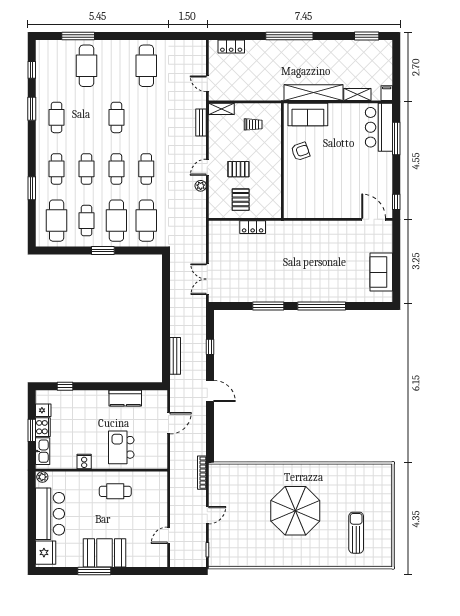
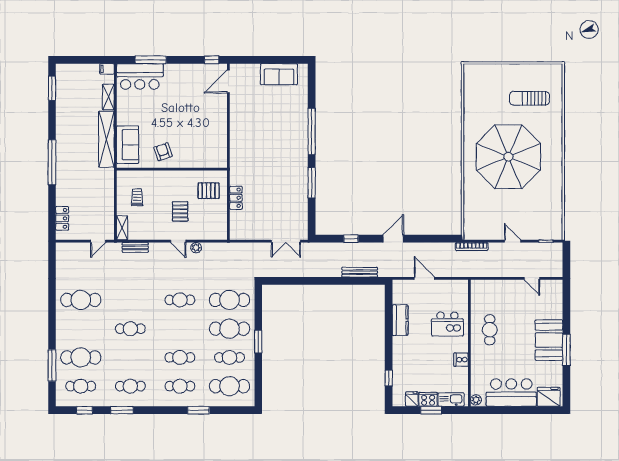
cafe table: (116, 169) -> (81, 386), moved
pallet: (241, 200) -> (209, 191), moved
parasol: (295, 511) -> (508, 157), width x1.36, depth x1.36

